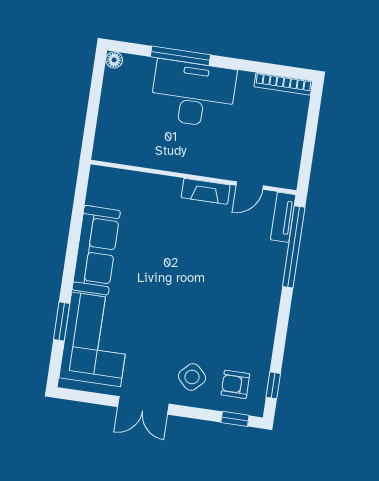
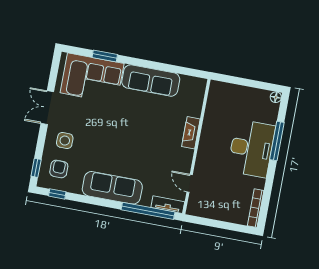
fireplace: (206, 191) -> (191, 133), moved
sofa: (261, 302) -> (112, 188), added
side table: (192, 377) -> (65, 141), turned 45

